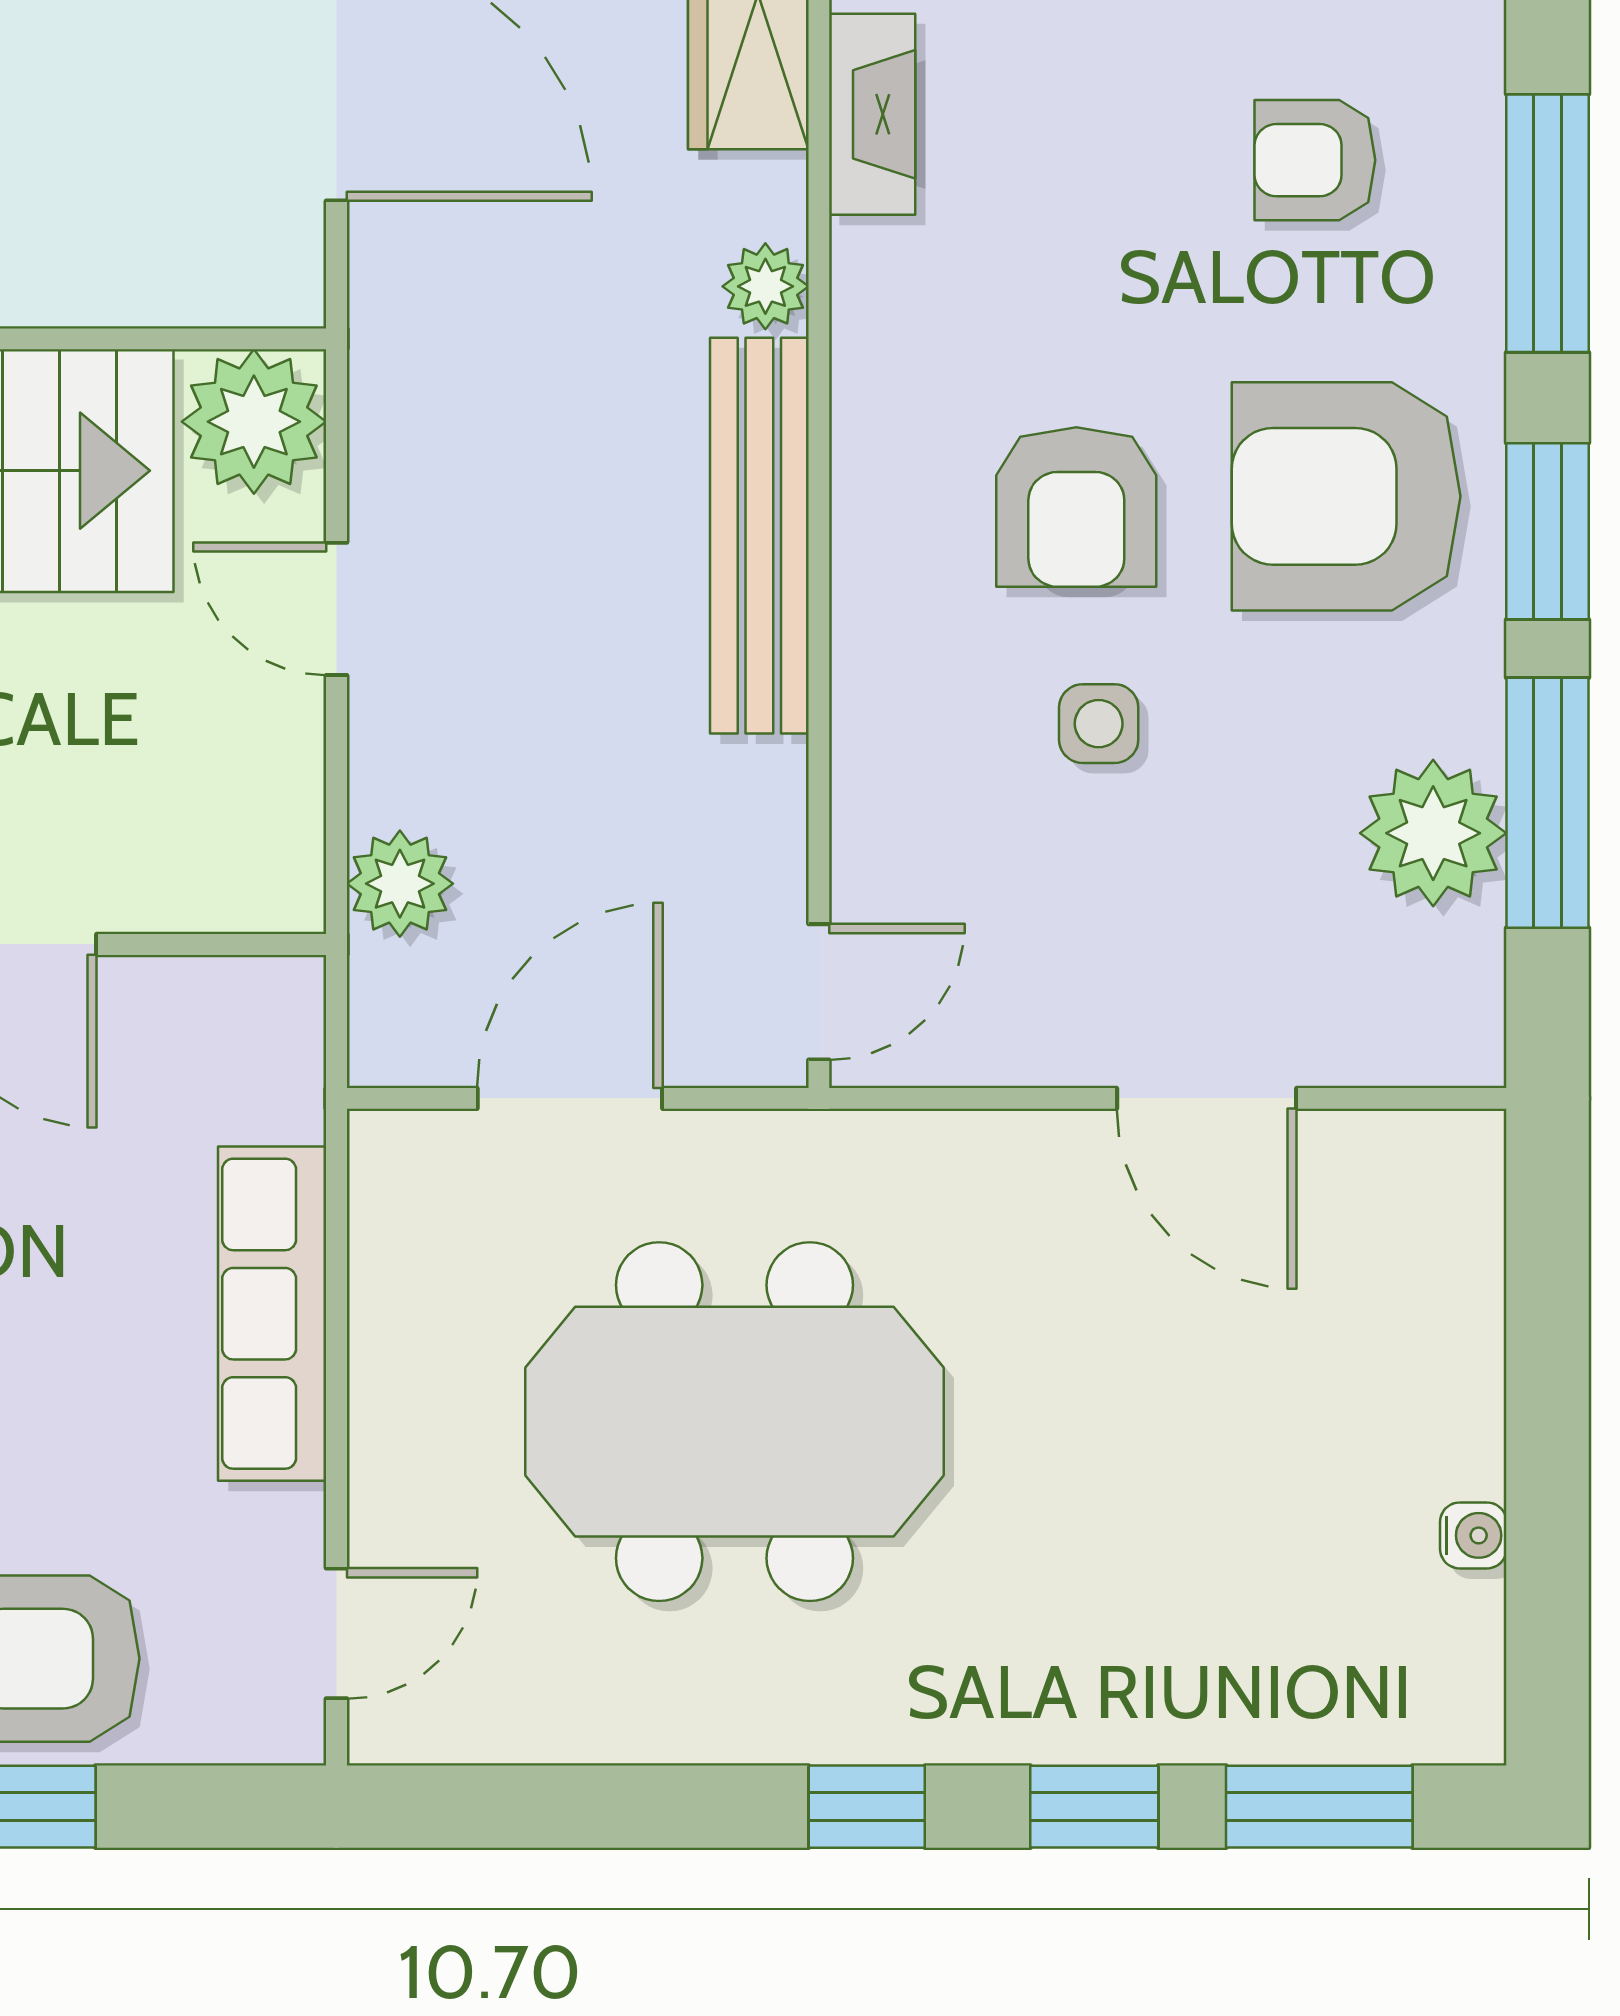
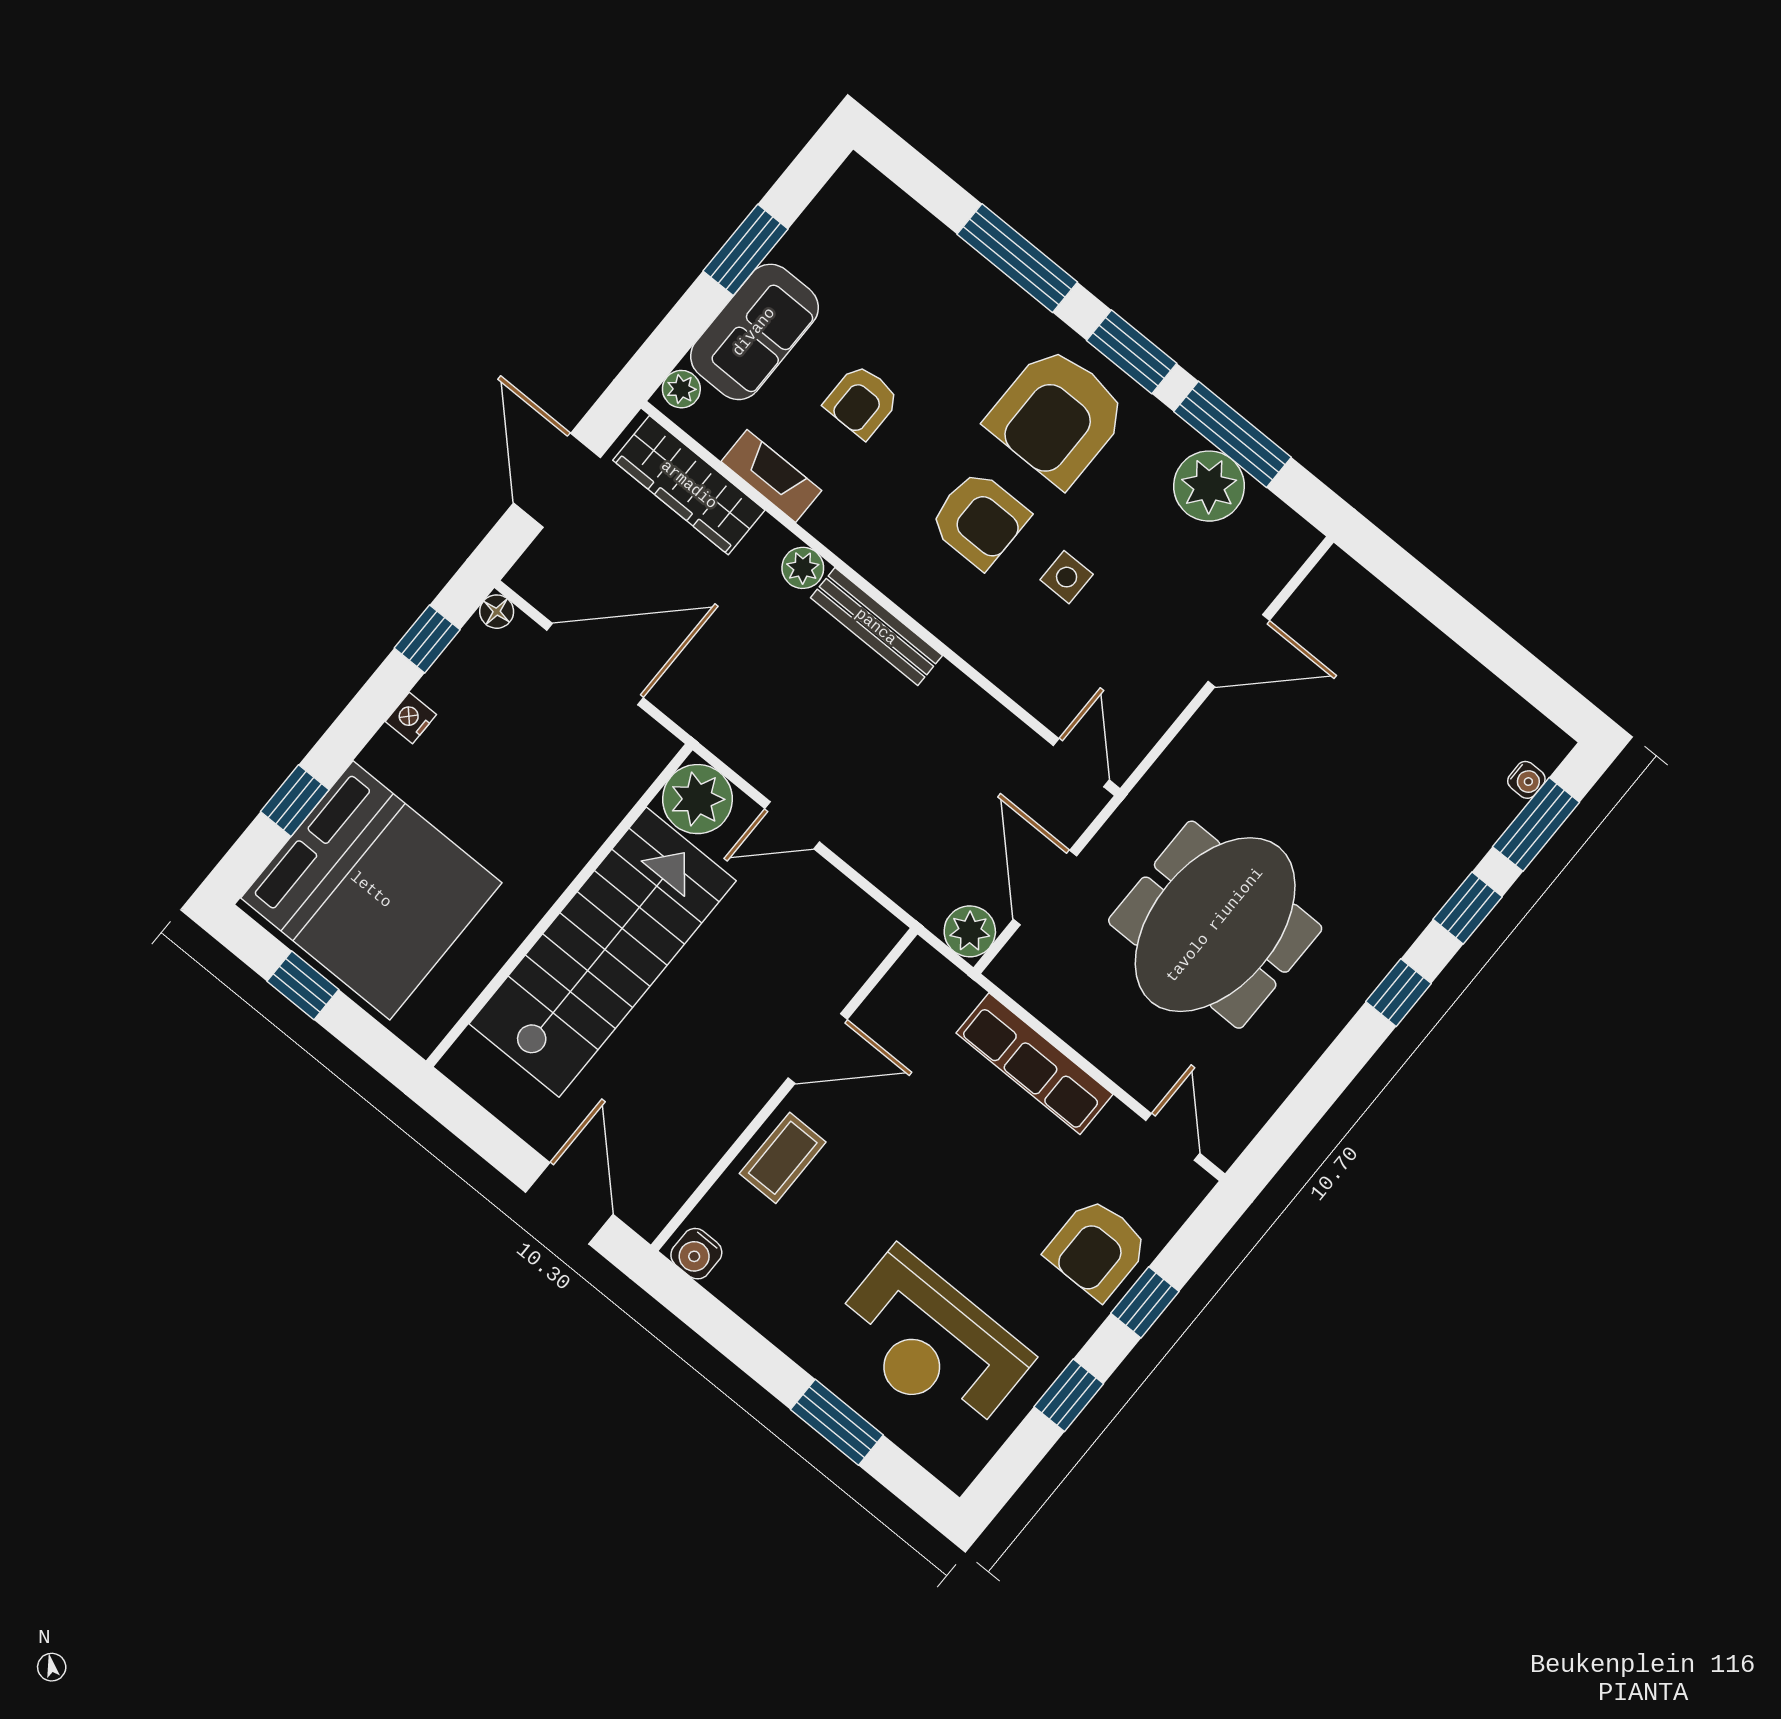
armchair: (1315, 160) -> (862, 401), moved
bench: (759, 536) -> (876, 627), width x0.73, depth x0.82
plant: (400, 884) -> (970, 931), moved
water cooler: (1473, 1535) -> (1526, 780), moved, turned 90

